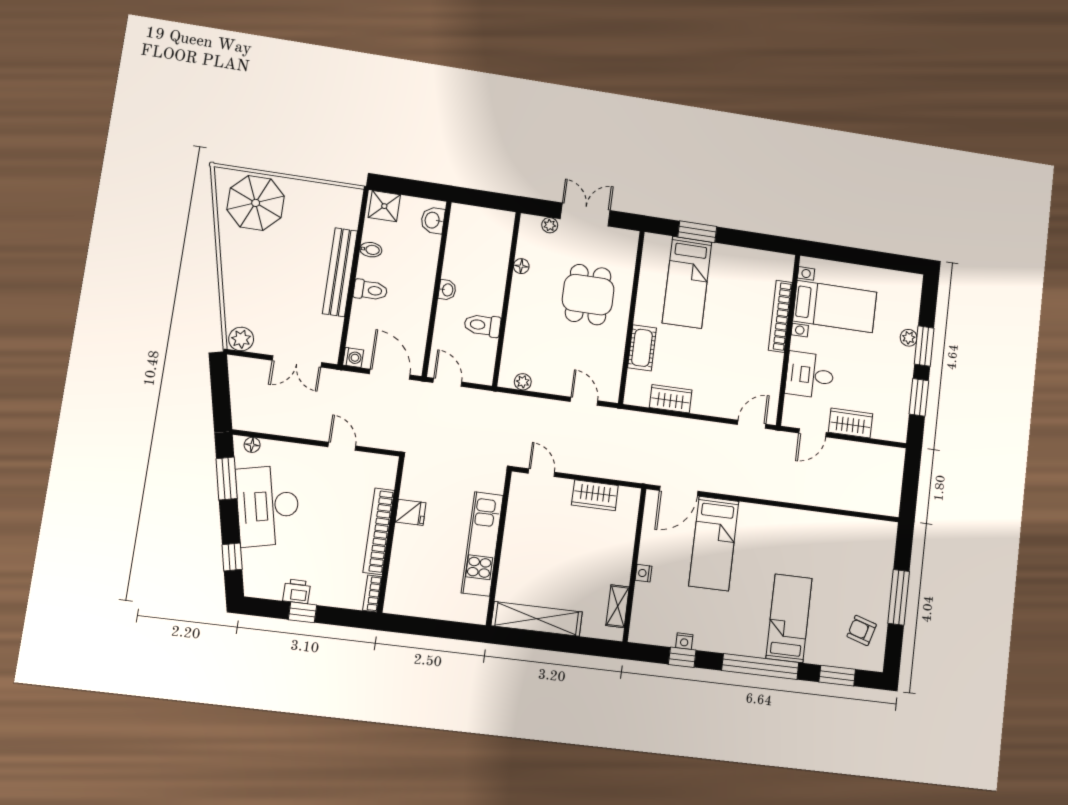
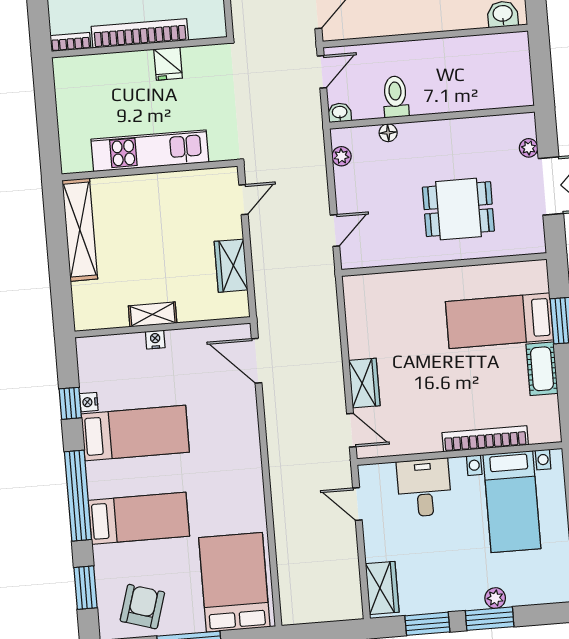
floor lamp: (521, 266) -> (388, 133), moved
washbasin: (447, 290) -> (340, 113), moved, turned 180
cot: (642, 348) -> (542, 369), moved, turned 90
wardrobe: (671, 399) -> (364, 383), moved
wardrobe: (851, 423) -> (382, 588), moved
bed: (714, 543) -> (135, 433), moved, turned 180
bed: (856, 549) -> (234, 582), added
shelving: (618, 606) -> (153, 314), moved
armchair: (862, 630) -> (142, 607), width x1.38, depth x1.38

